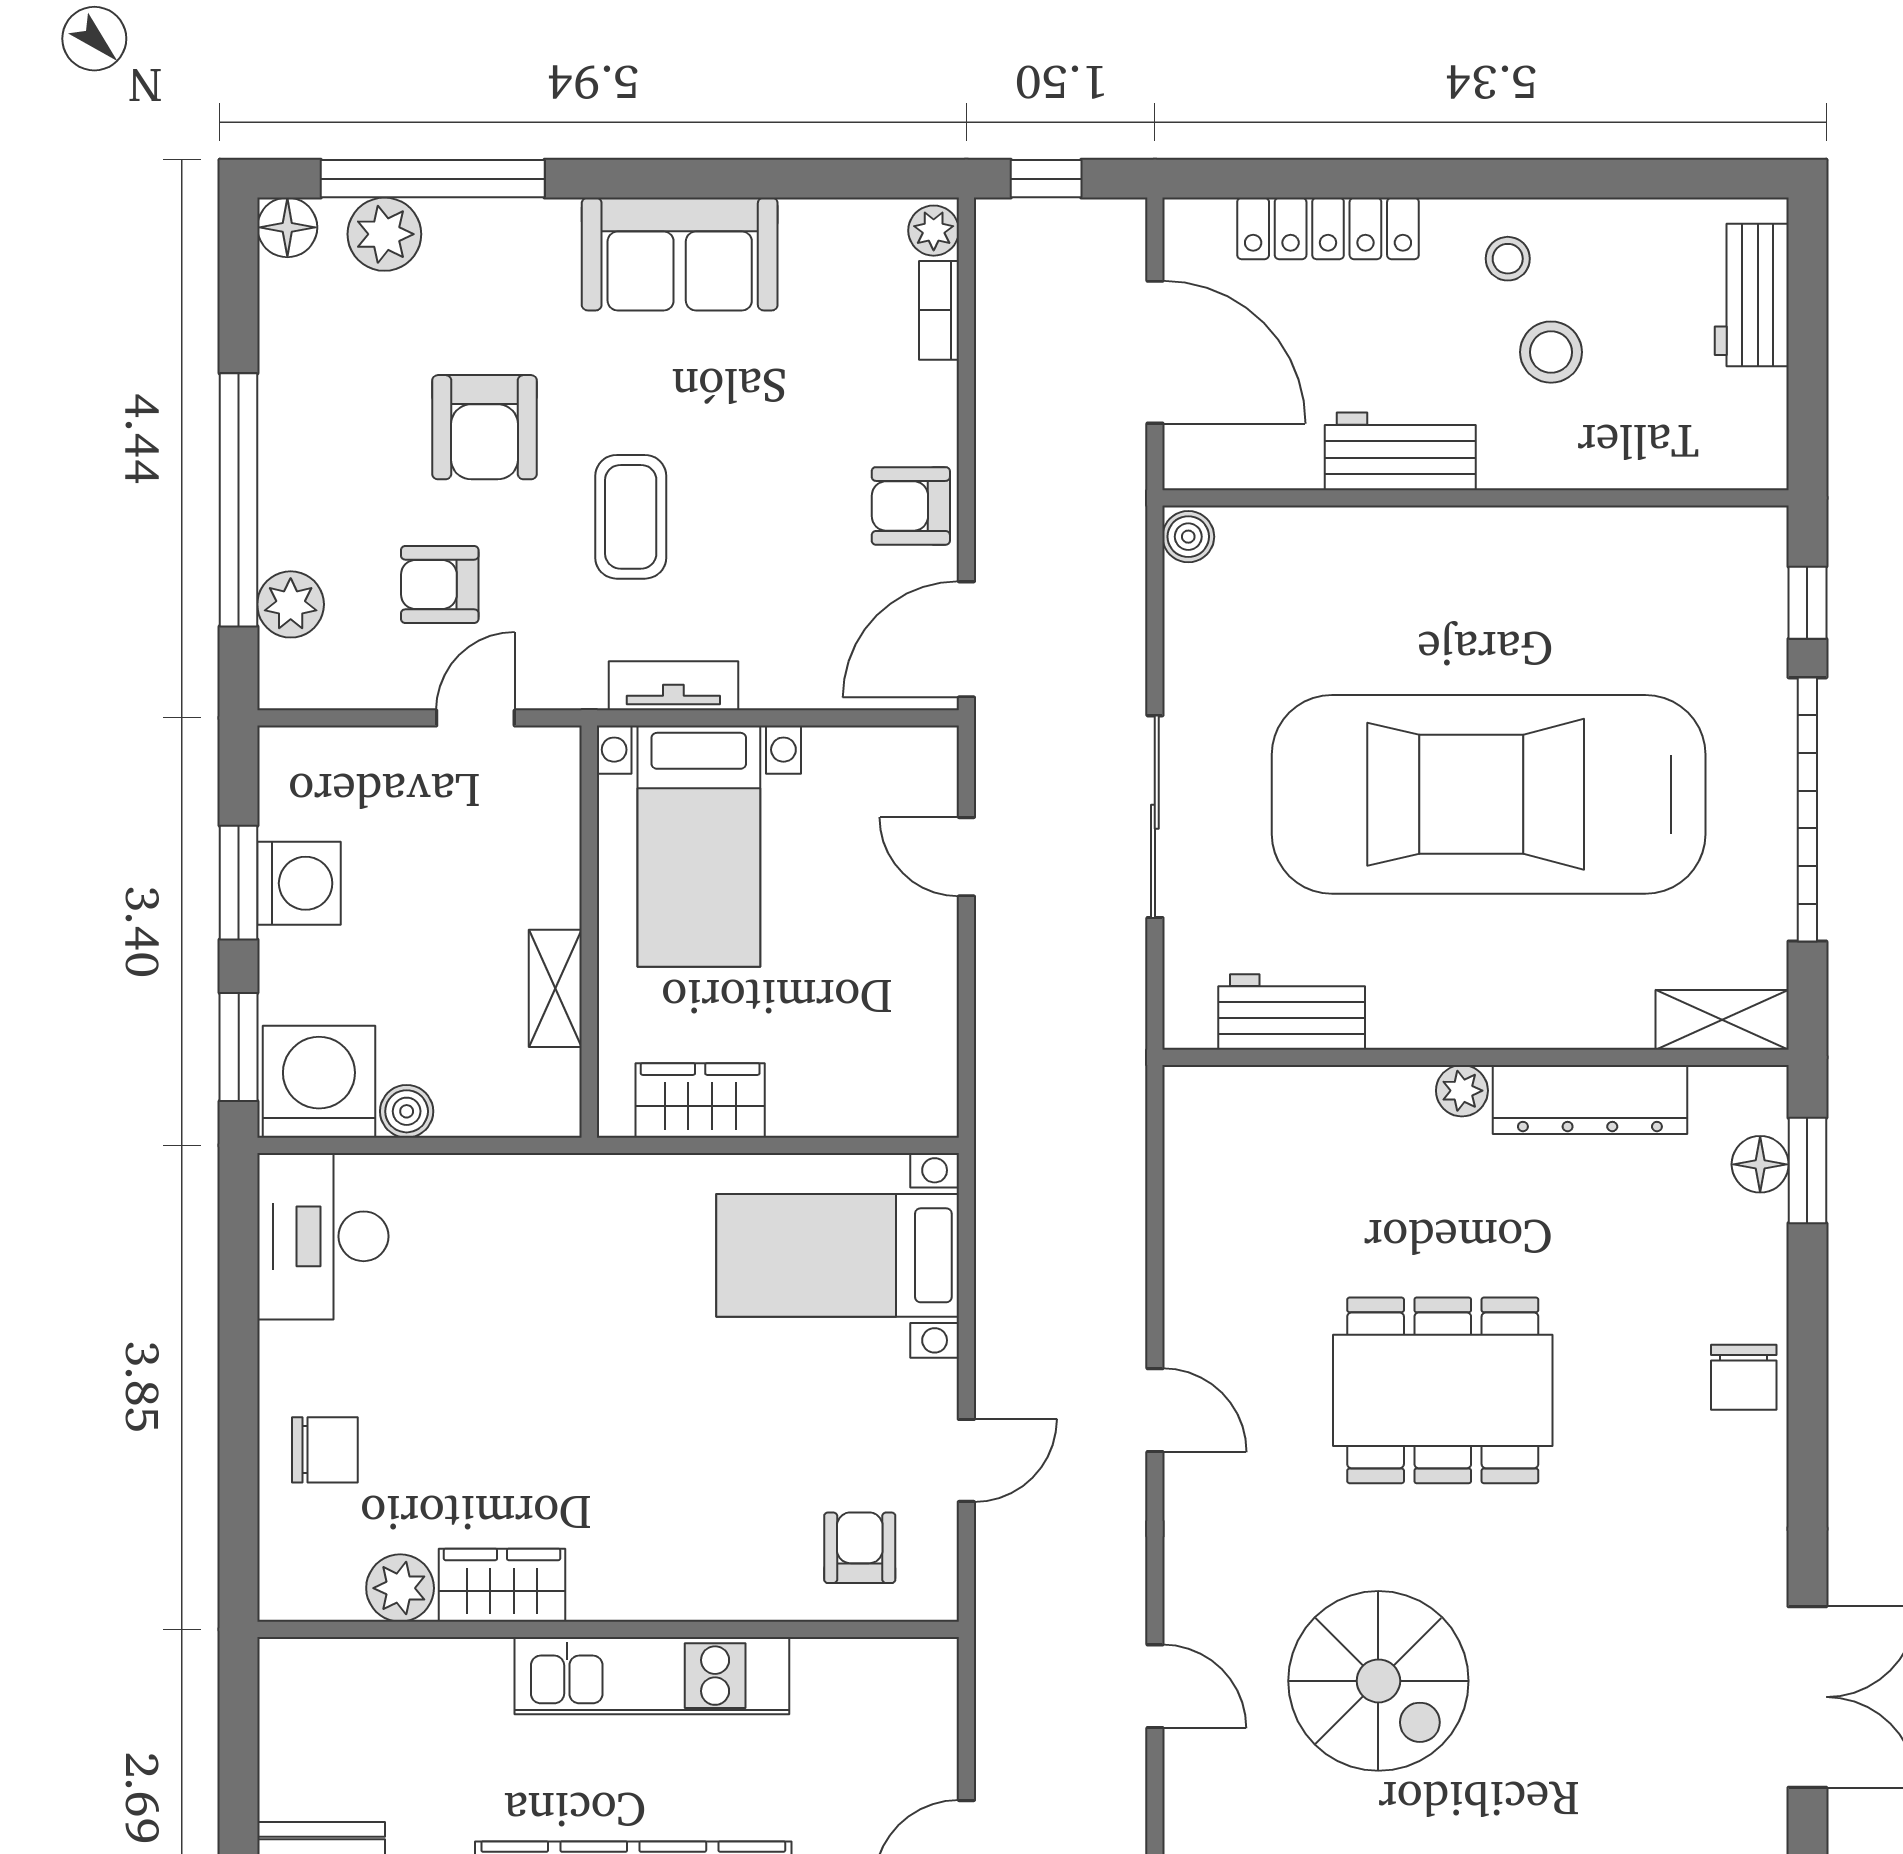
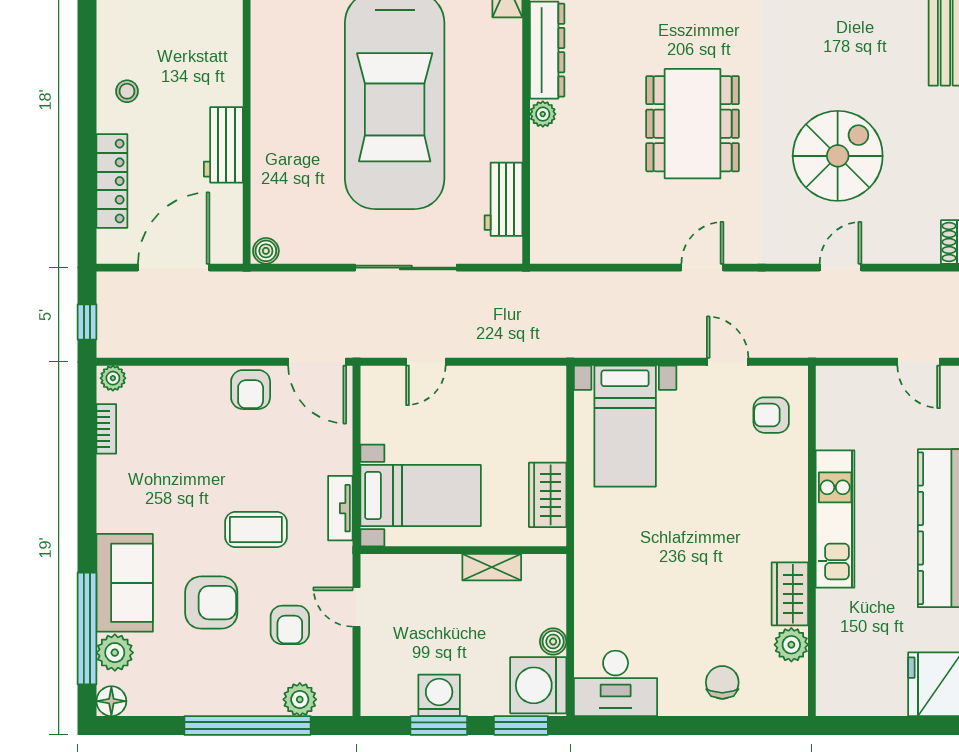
sofa: (680, 254) -> (125, 583), moved
bookcase: (939, 310) -> (106, 429), moved, turned -90
stool: (1551, 352) -> (174, 70), removed

